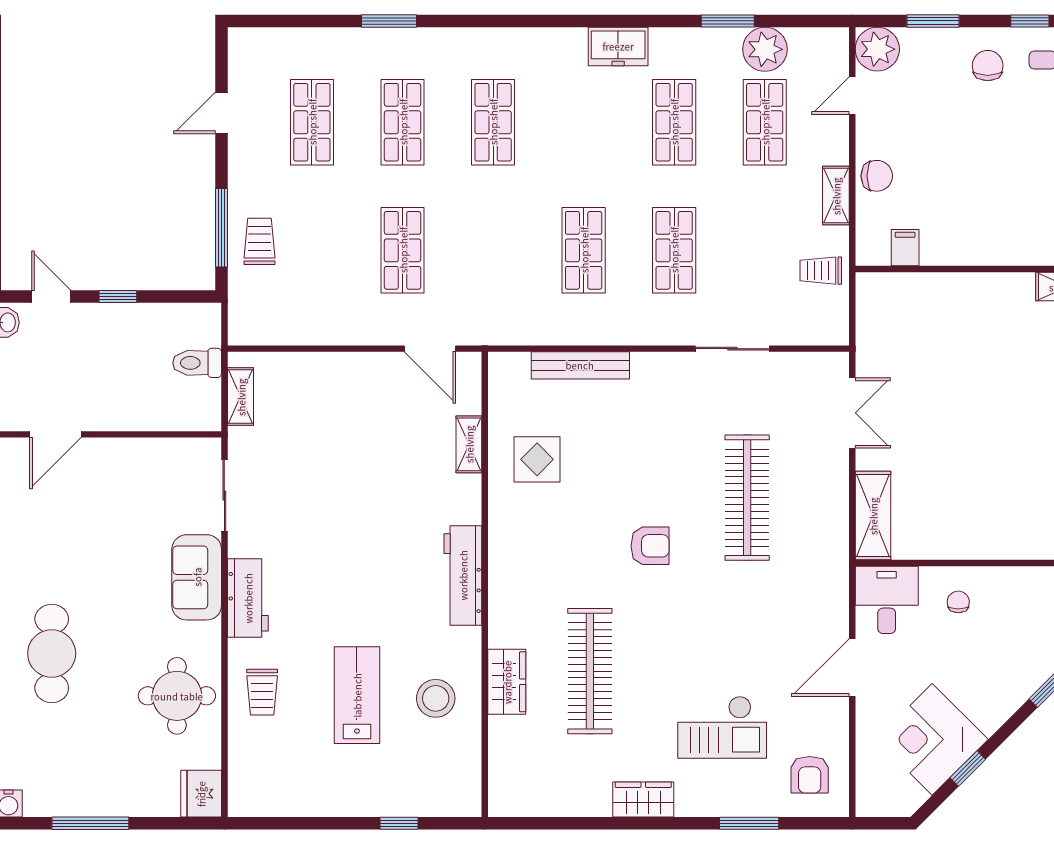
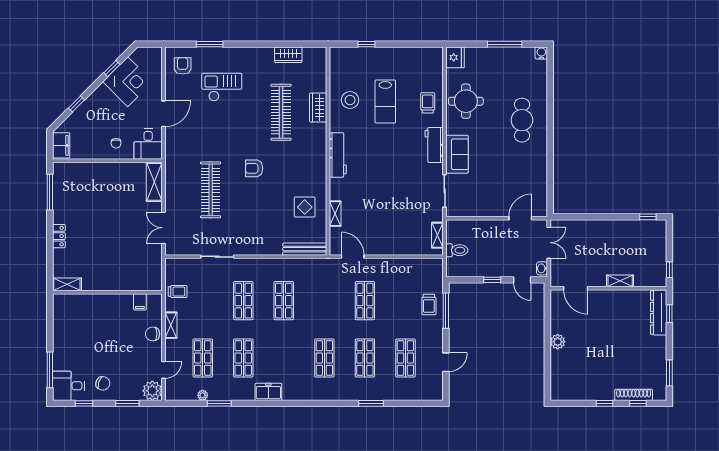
plant: (765, 49) -> (203, 395), width x0.53, depth x0.53
chair: (988, 66) -> (103, 383), turned -72
bench: (580, 365) -> (305, 249), moved
wardrobe: (643, 799) -> (288, 55), moved

